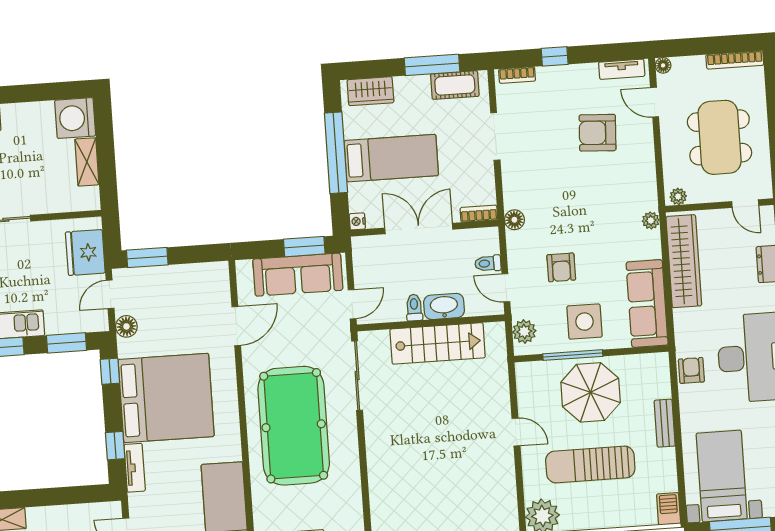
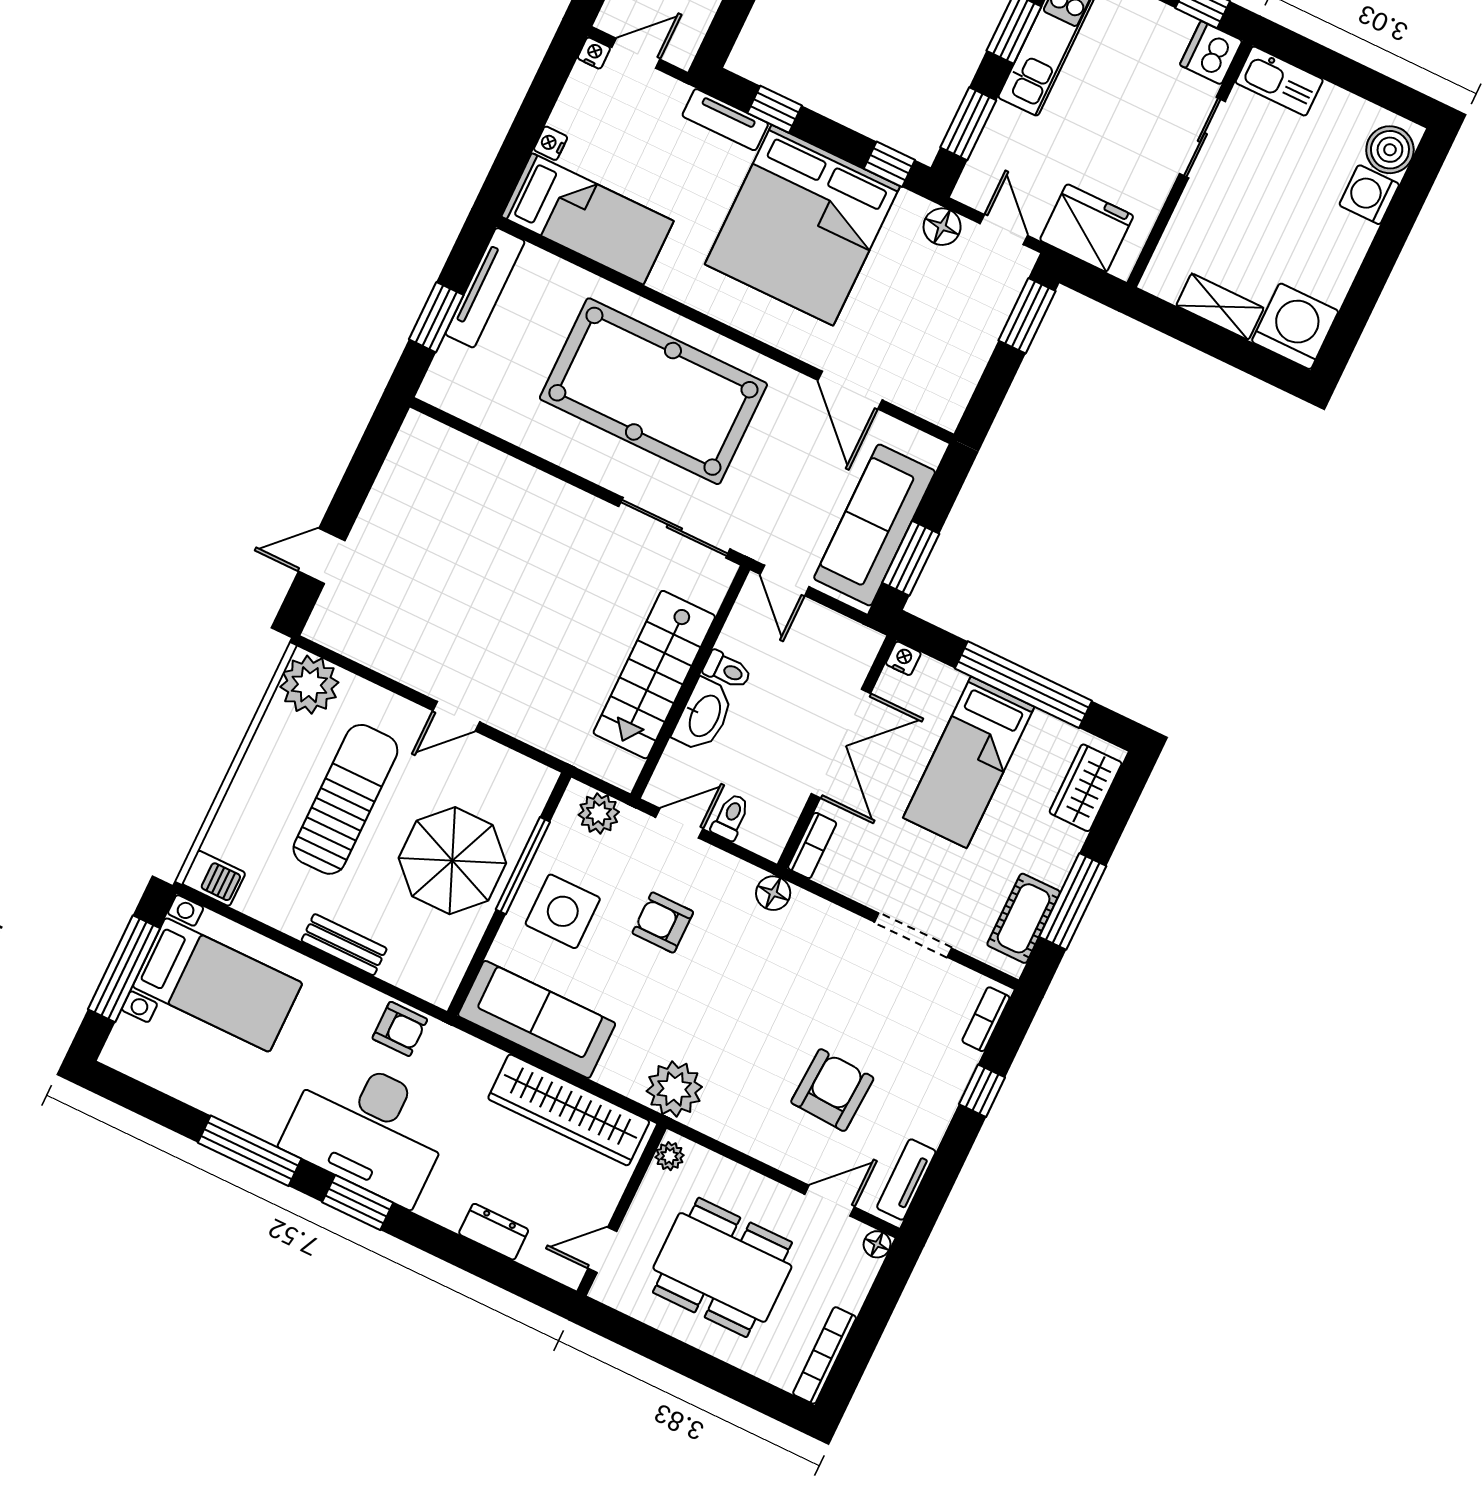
plant: (651, 220) -> (674, 1089), width x1.88, depth x1.88

